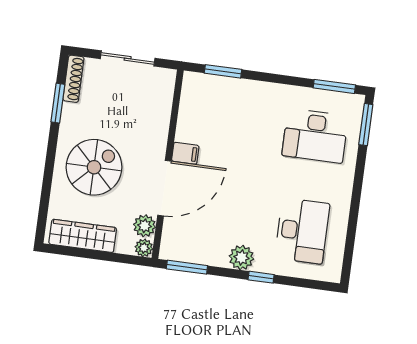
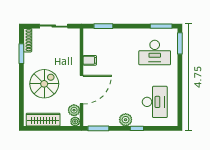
filing cabinet: (185, 153) -> (90, 60), moved

